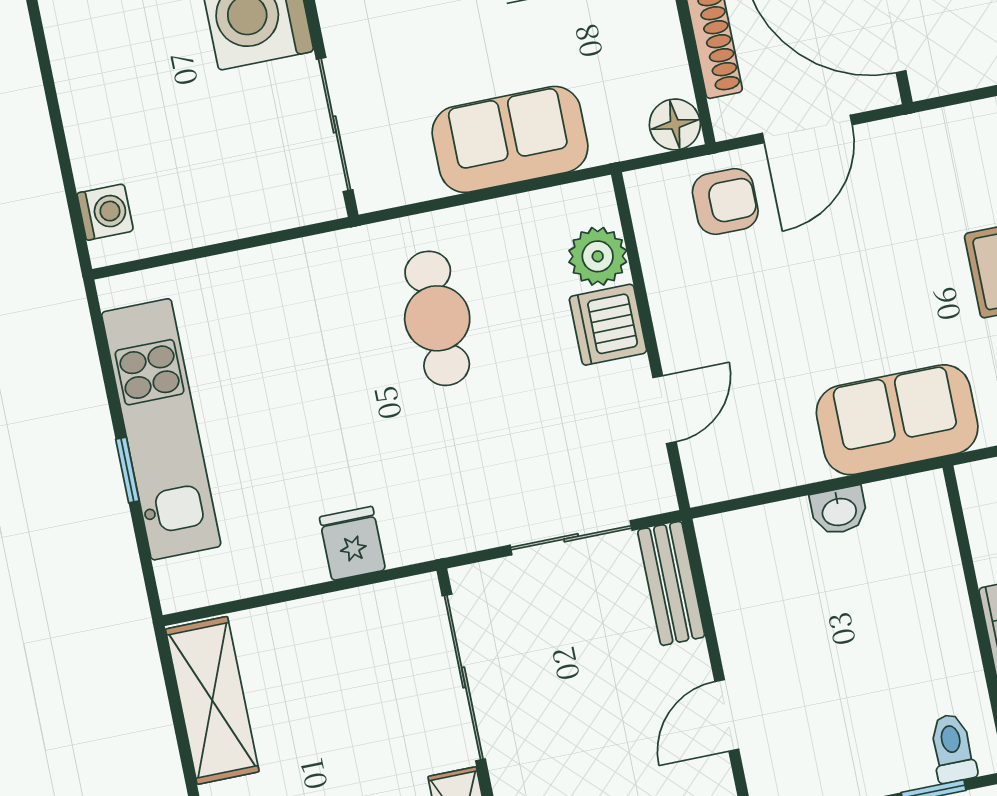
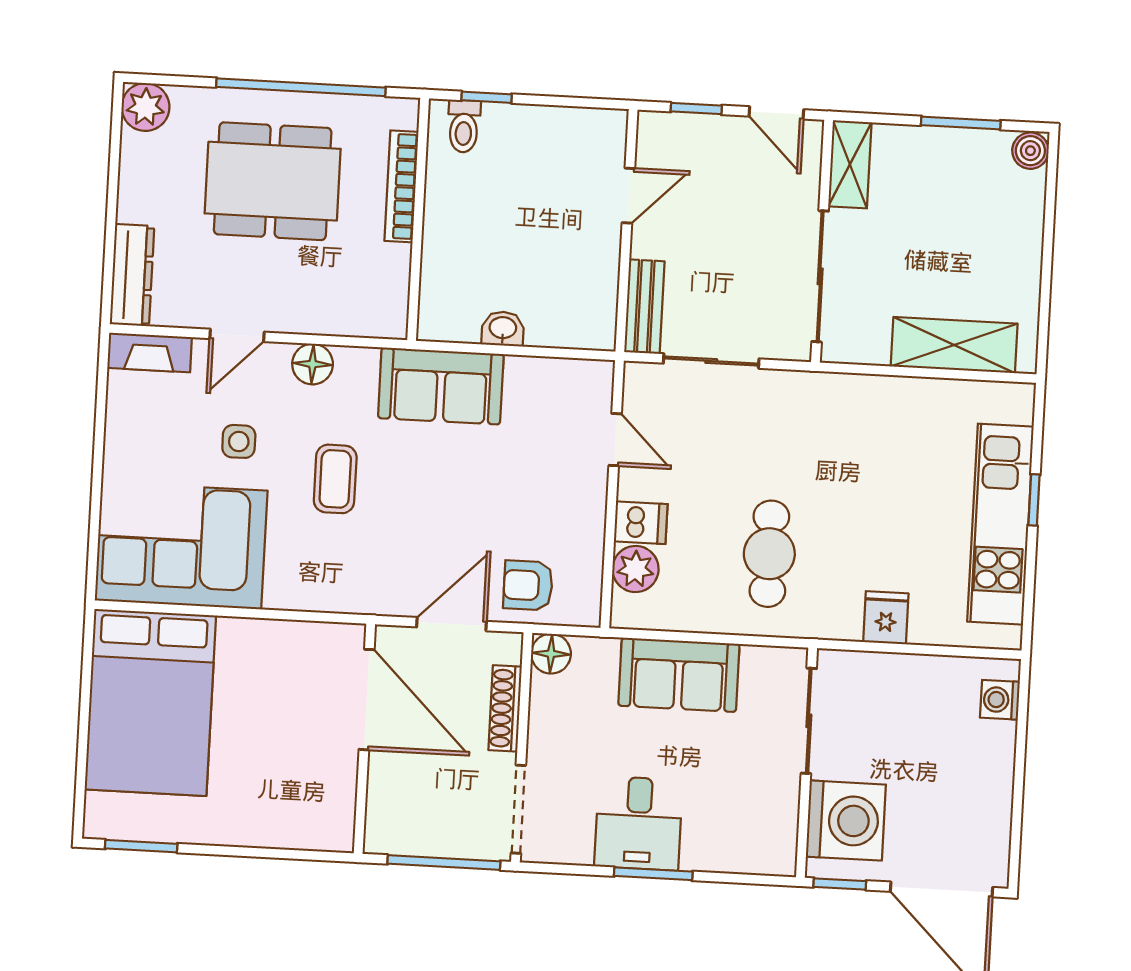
dishwasher: (608, 325) -> (641, 523), width x0.73
door: (665, 410) -> (615, 440), swing flipped
fridge: (352, 543) -> (886, 618), moved, turned 180
shelving: (212, 700) -> (954, 345), moved, turned 90

